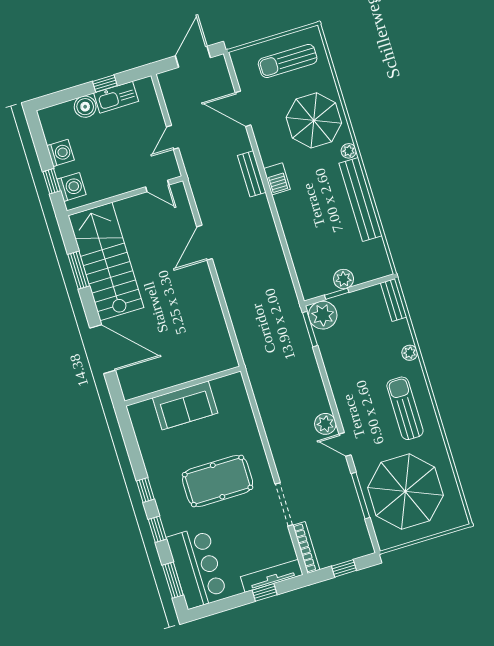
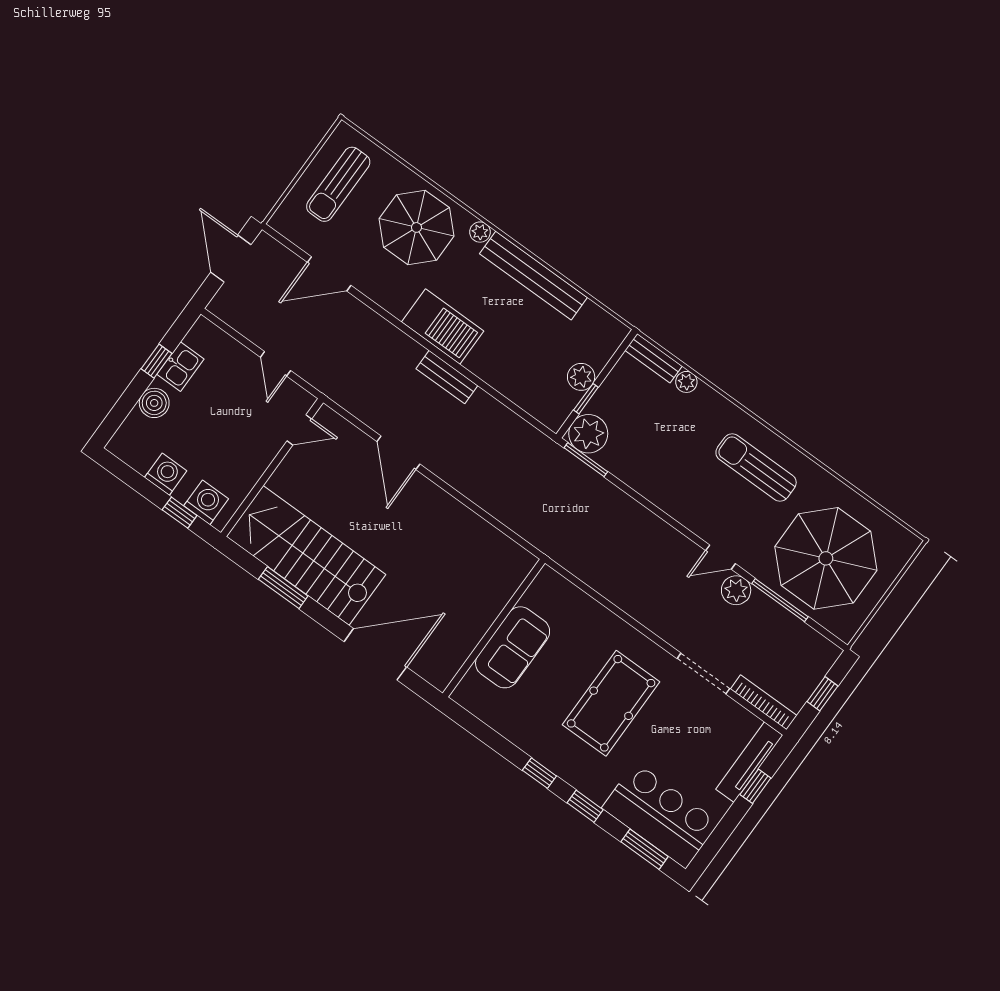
kitchen sink: (116, 97) -> (180, 367), width x0.73
bench: (252, 174) -> (447, 377), moved
barbecue: (277, 179) -> (443, 326), width x1.88, depth x1.53
plant: (410, 353) -> (686, 382), moved
plant: (325, 424) -> (736, 590), moved

